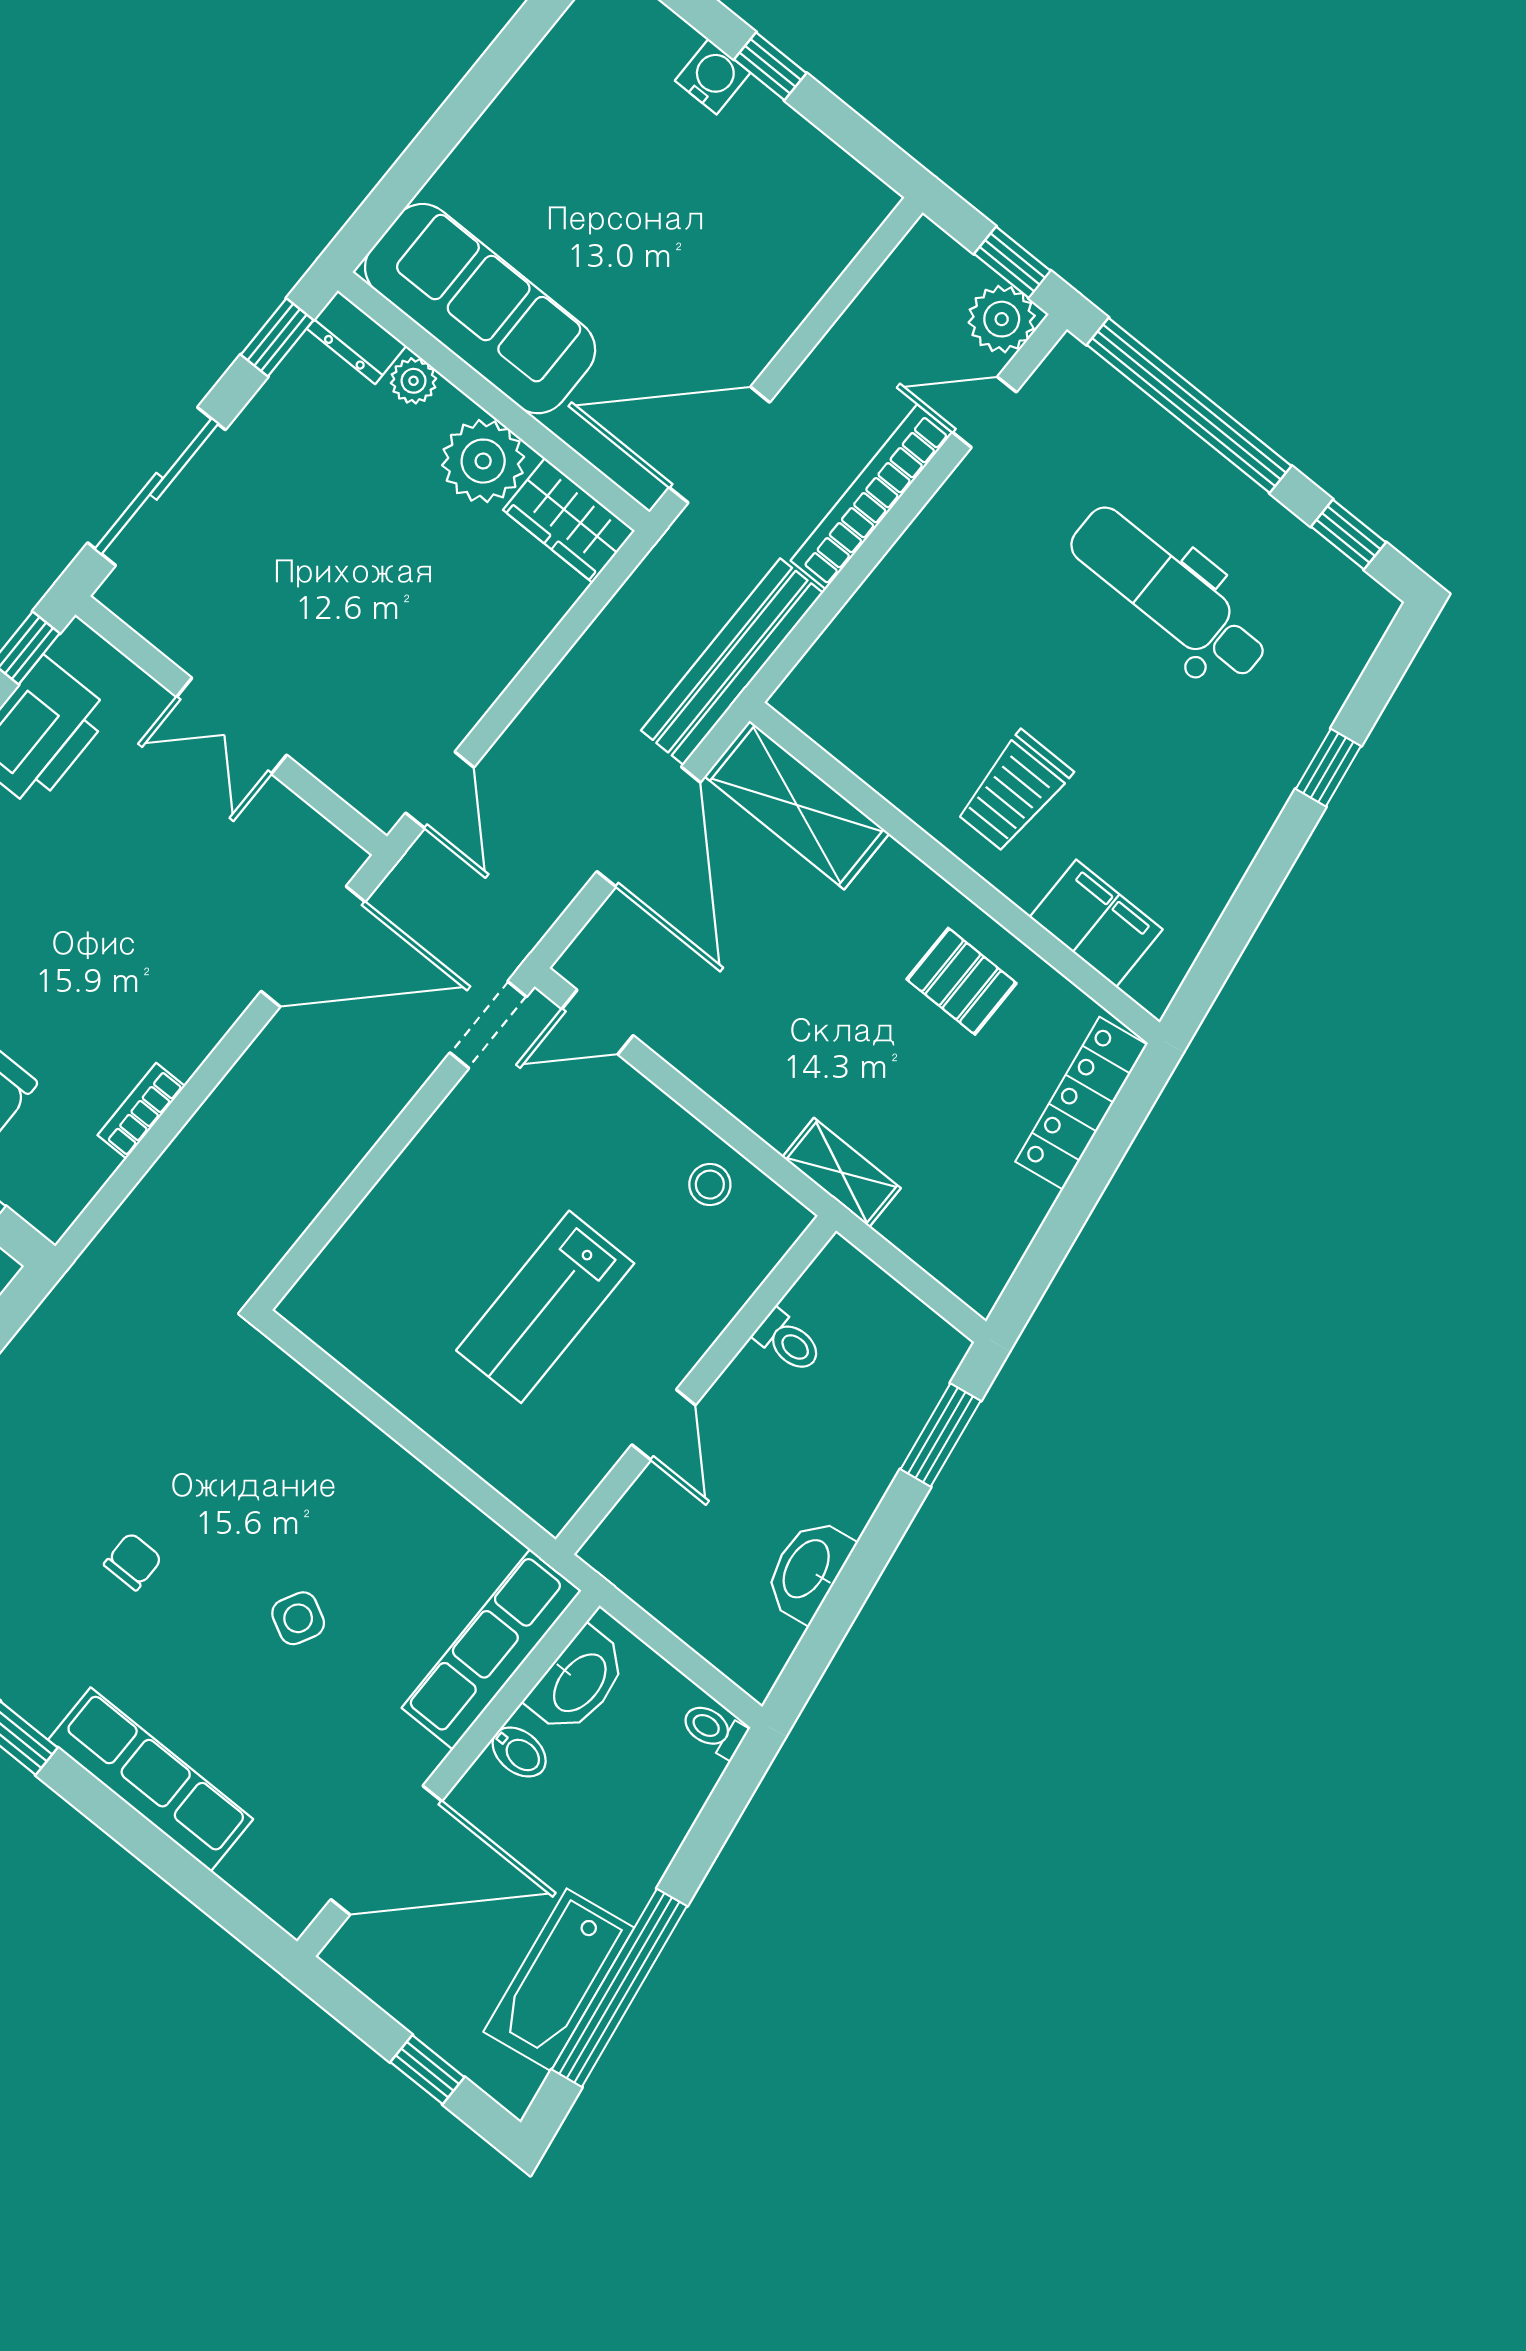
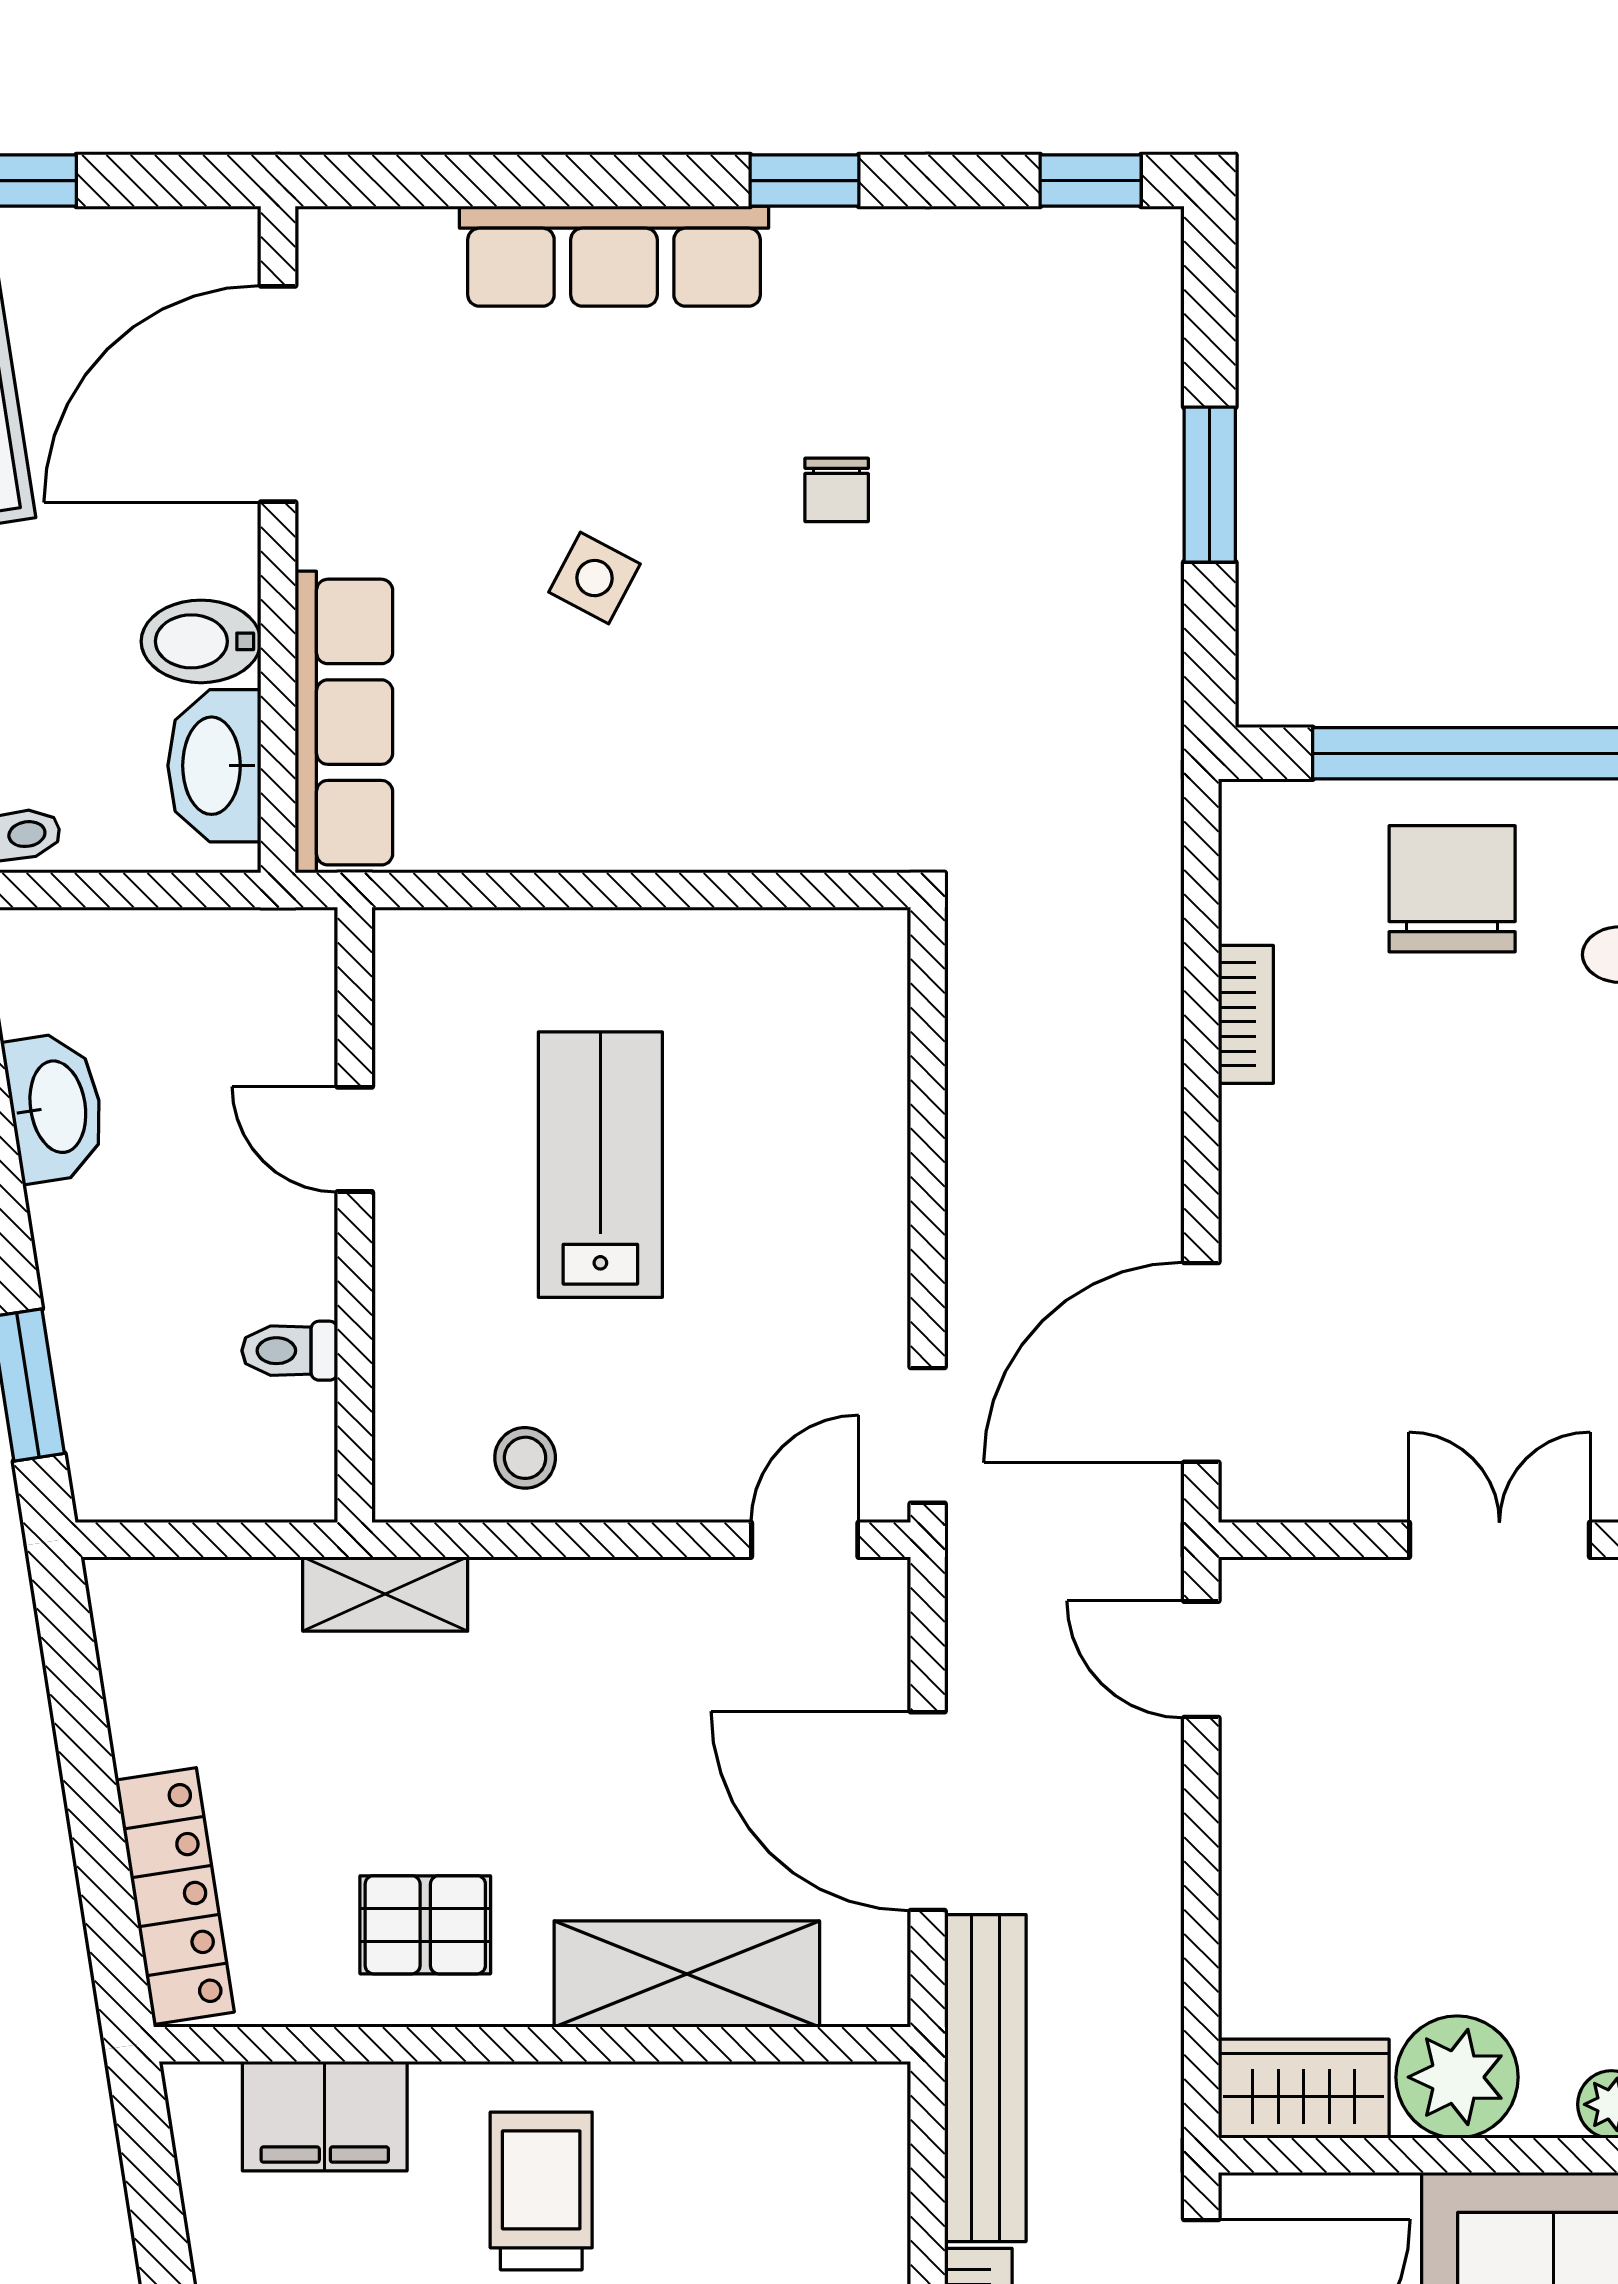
shelving: (797, 805) -> (687, 1974), moved
bidet: (519, 1752) -> (201, 641), width x1.38, depth x1.36

